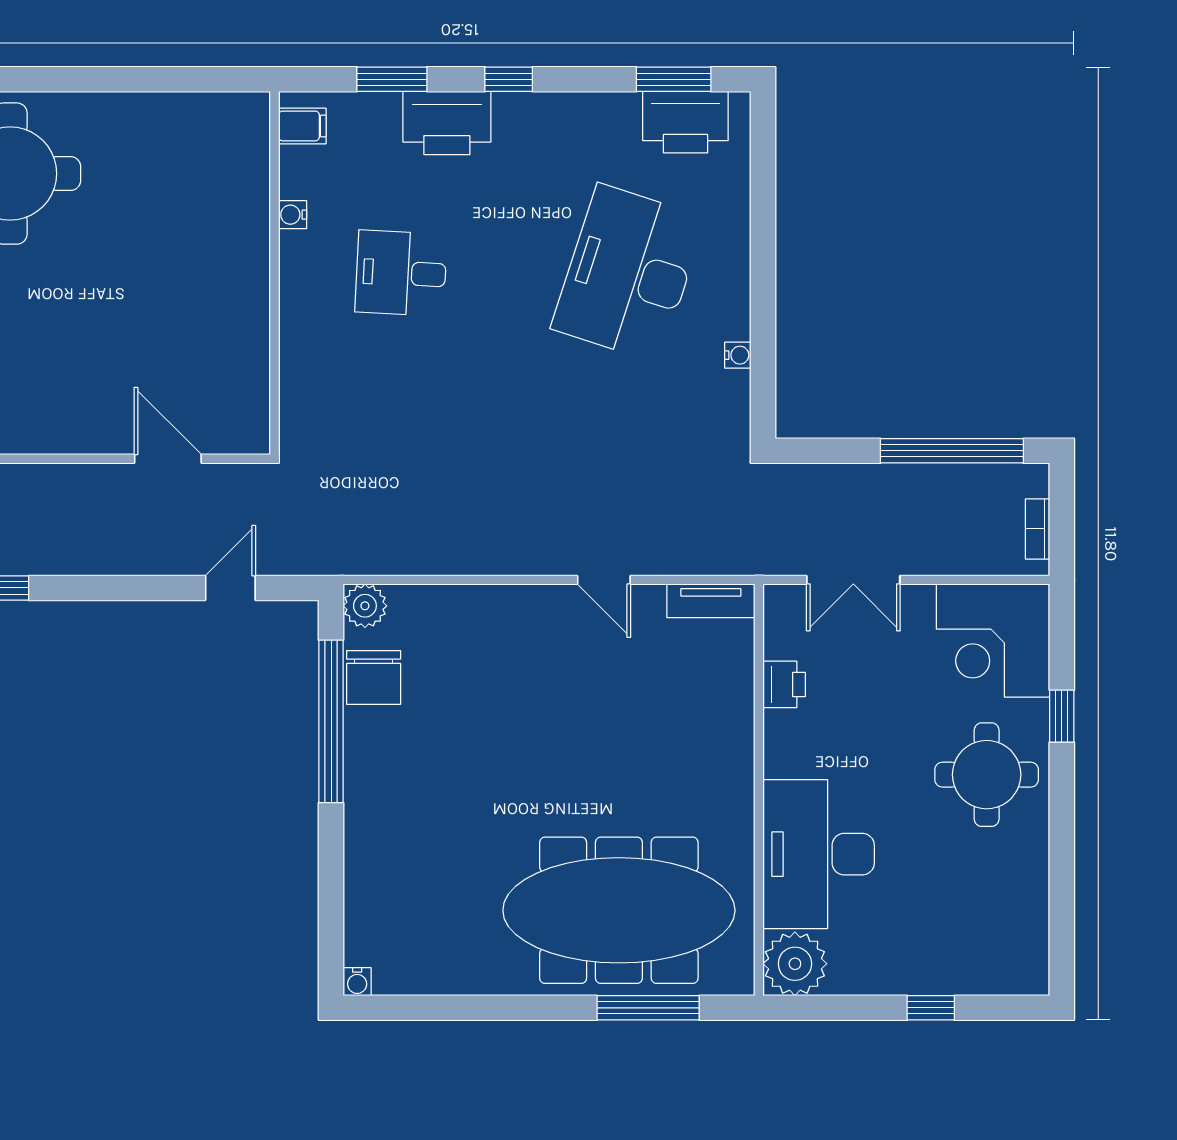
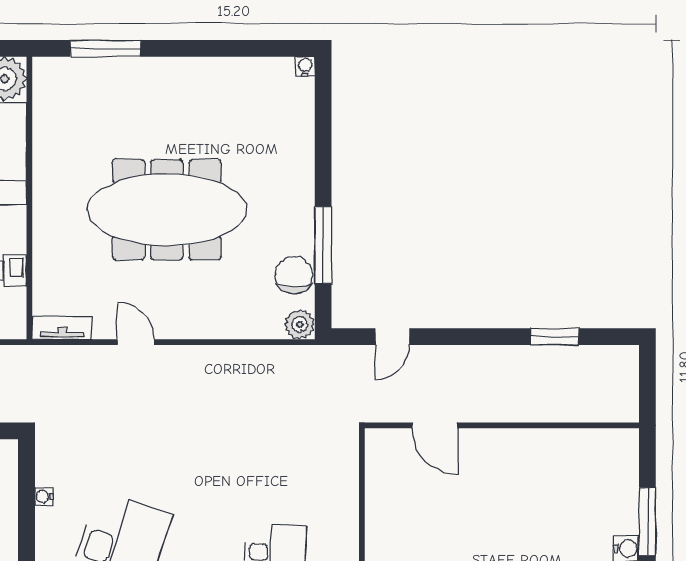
window: (331, 721) -> (323, 245), width x0.68
meeting table: (619, 910) -> (167, 210), moved

